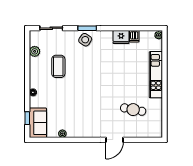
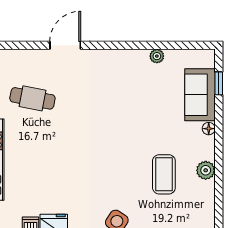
plant: (35, 51) -> (206, 170), moved
sofa: (38, 123) -> (200, 95), moved

